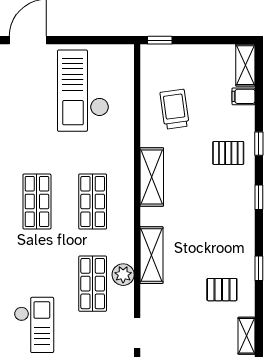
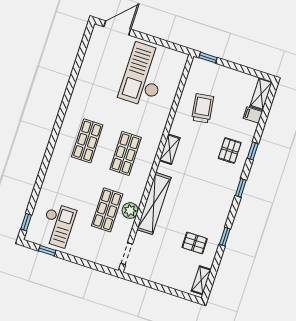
pallet: (228, 153) -> (230, 151), turned 90
shelving: (152, 177) -> (170, 149), width x0.67, depth x0.75
shelving: (151, 255) -> (154, 203), width x1.47

